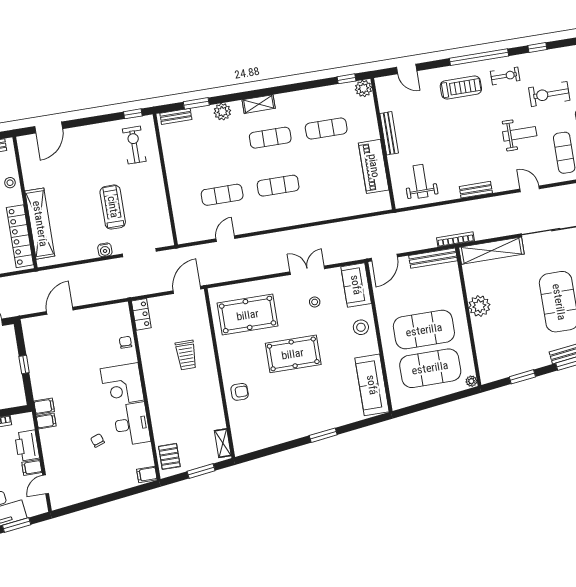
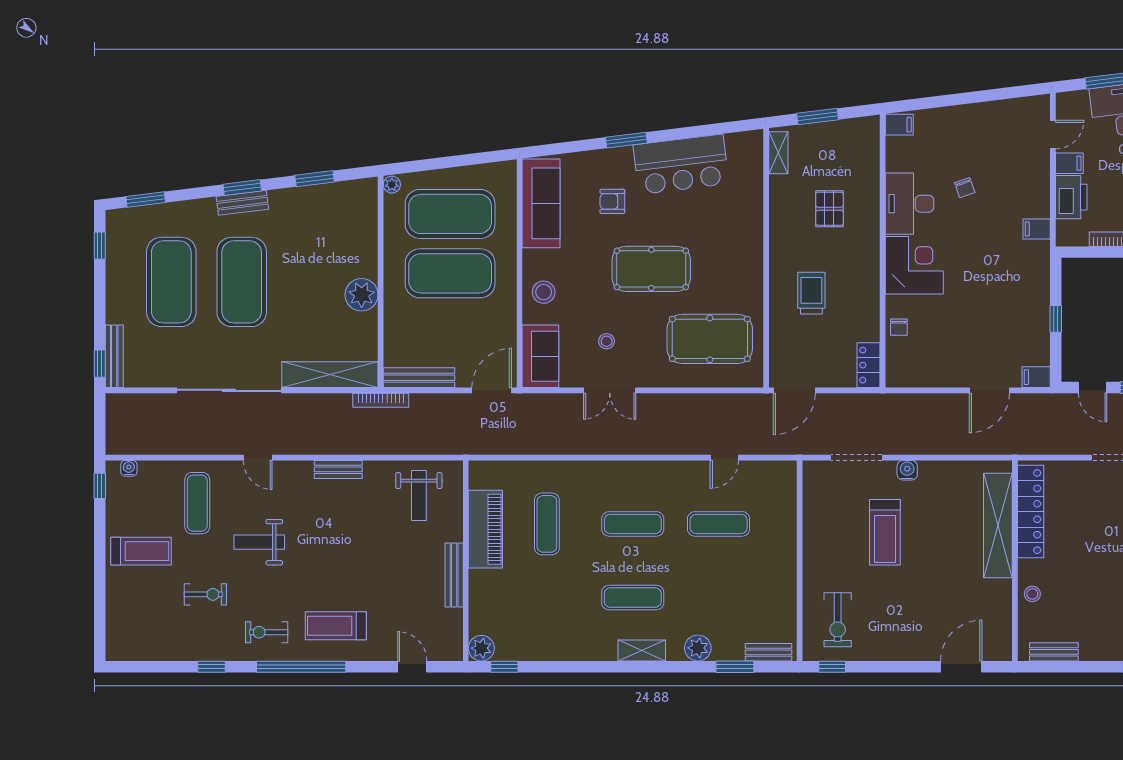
exercise bike: (549, 94) -> (205, 594), width x0.73, depth x0.72
exercise mat: (326, 128) -> (547, 524), moved, turned 90
armchair: (240, 392) -> (612, 201), moved
filing cabinet: (44, 406) -> (1036, 377), moved
bar counter: (285, 425) -> (681, 164), added
pallet: (169, 456) -> (829, 209), moved

